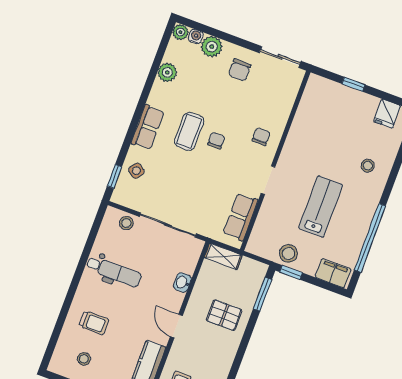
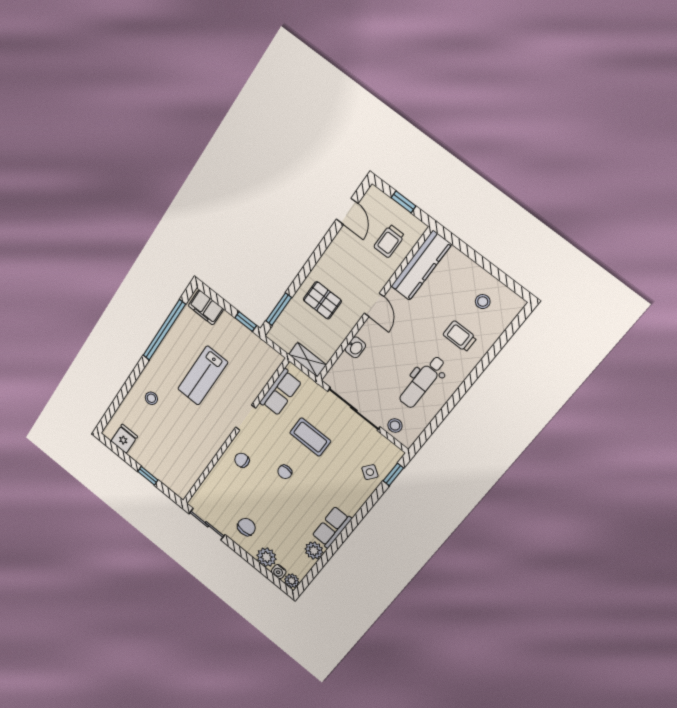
row of seats: (148, 127) -> (332, 527), moved
coffee table: (189, 131) -> (310, 437), moved, turned 90
chair: (261, 137) -> (242, 460), turned 90
stool: (288, 253) -> (244, 341), removed
dental chair: (114, 271) -> (422, 382), turned -90

